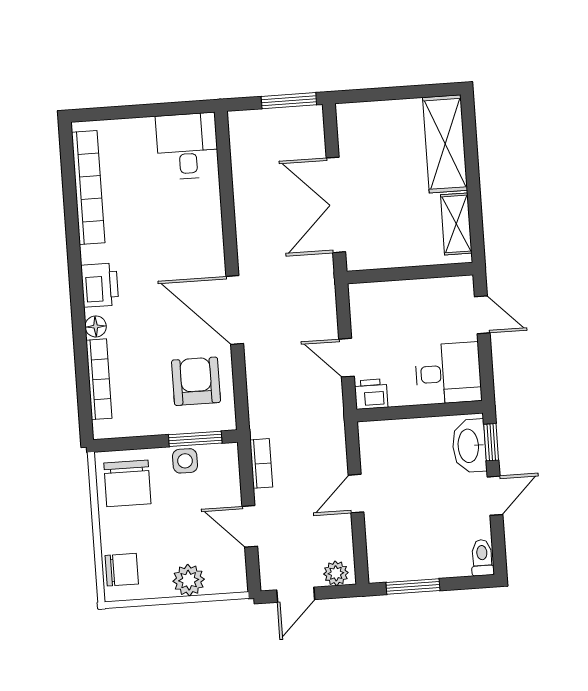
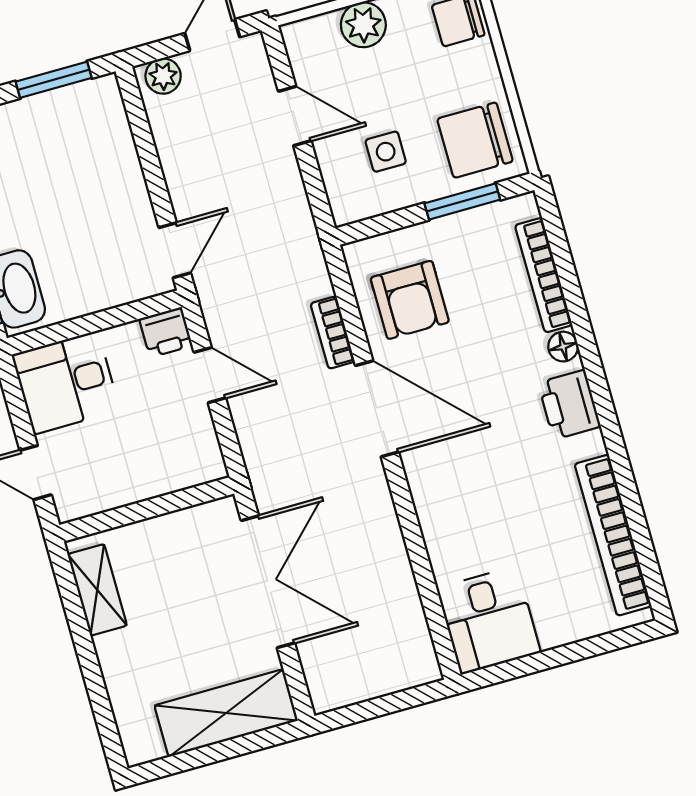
window: (289, 101) -> (362, 712), removed
shelving: (445, 144) -> (226, 713), moved, turned 90
window: (195, 439) -> (462, 201), moved
side table: (185, 461) -> (386, 152), moved
bookcase: (261, 463) -> (333, 333), moved
chair: (127, 483) -> (475, 140), turned -90
door: (356, 494) -> (175, 250), moved

